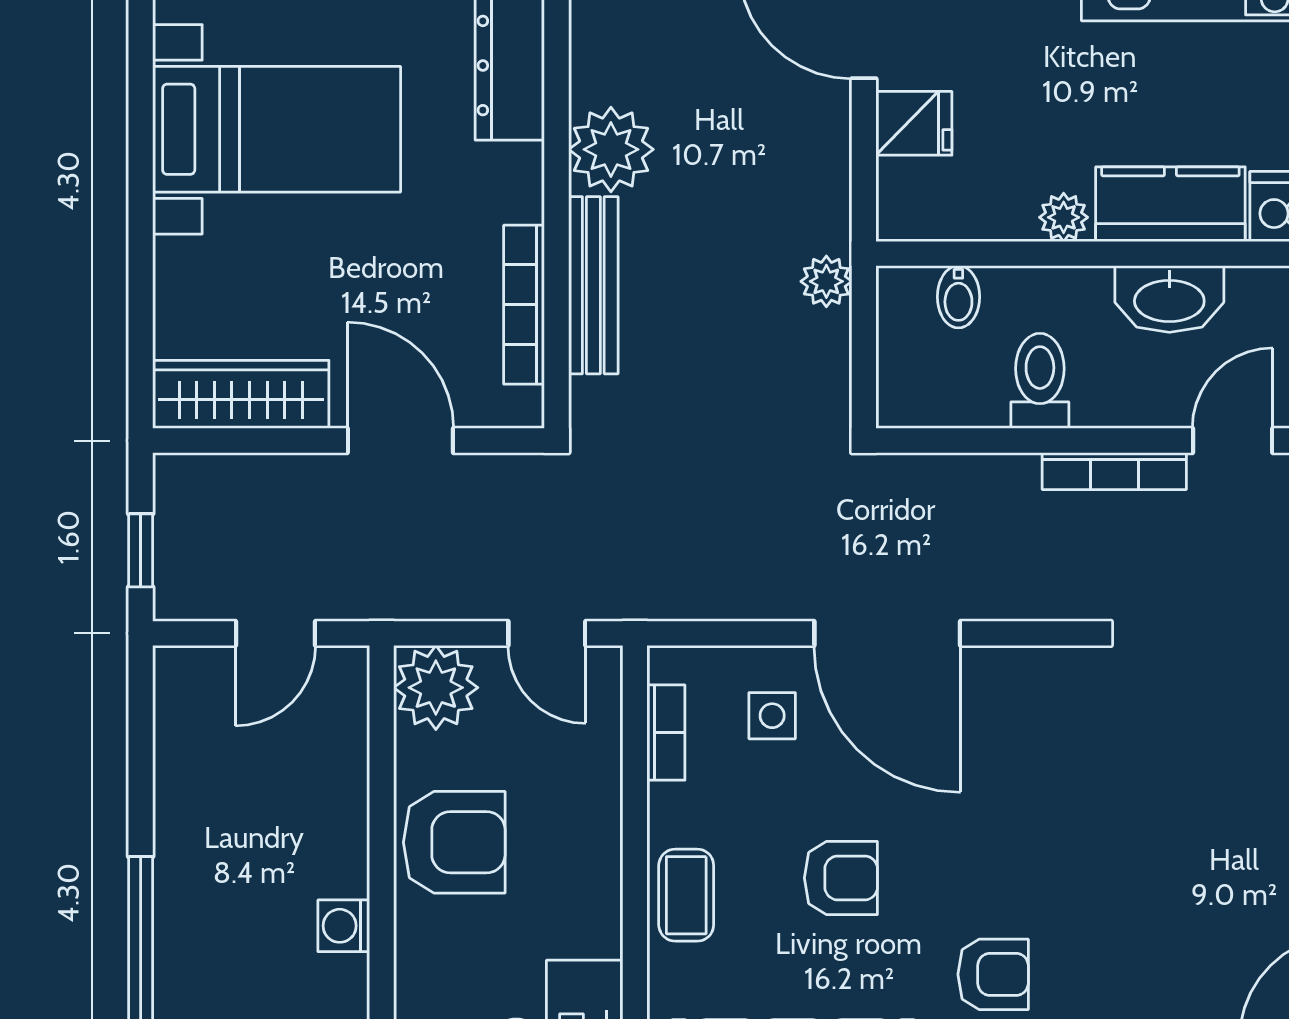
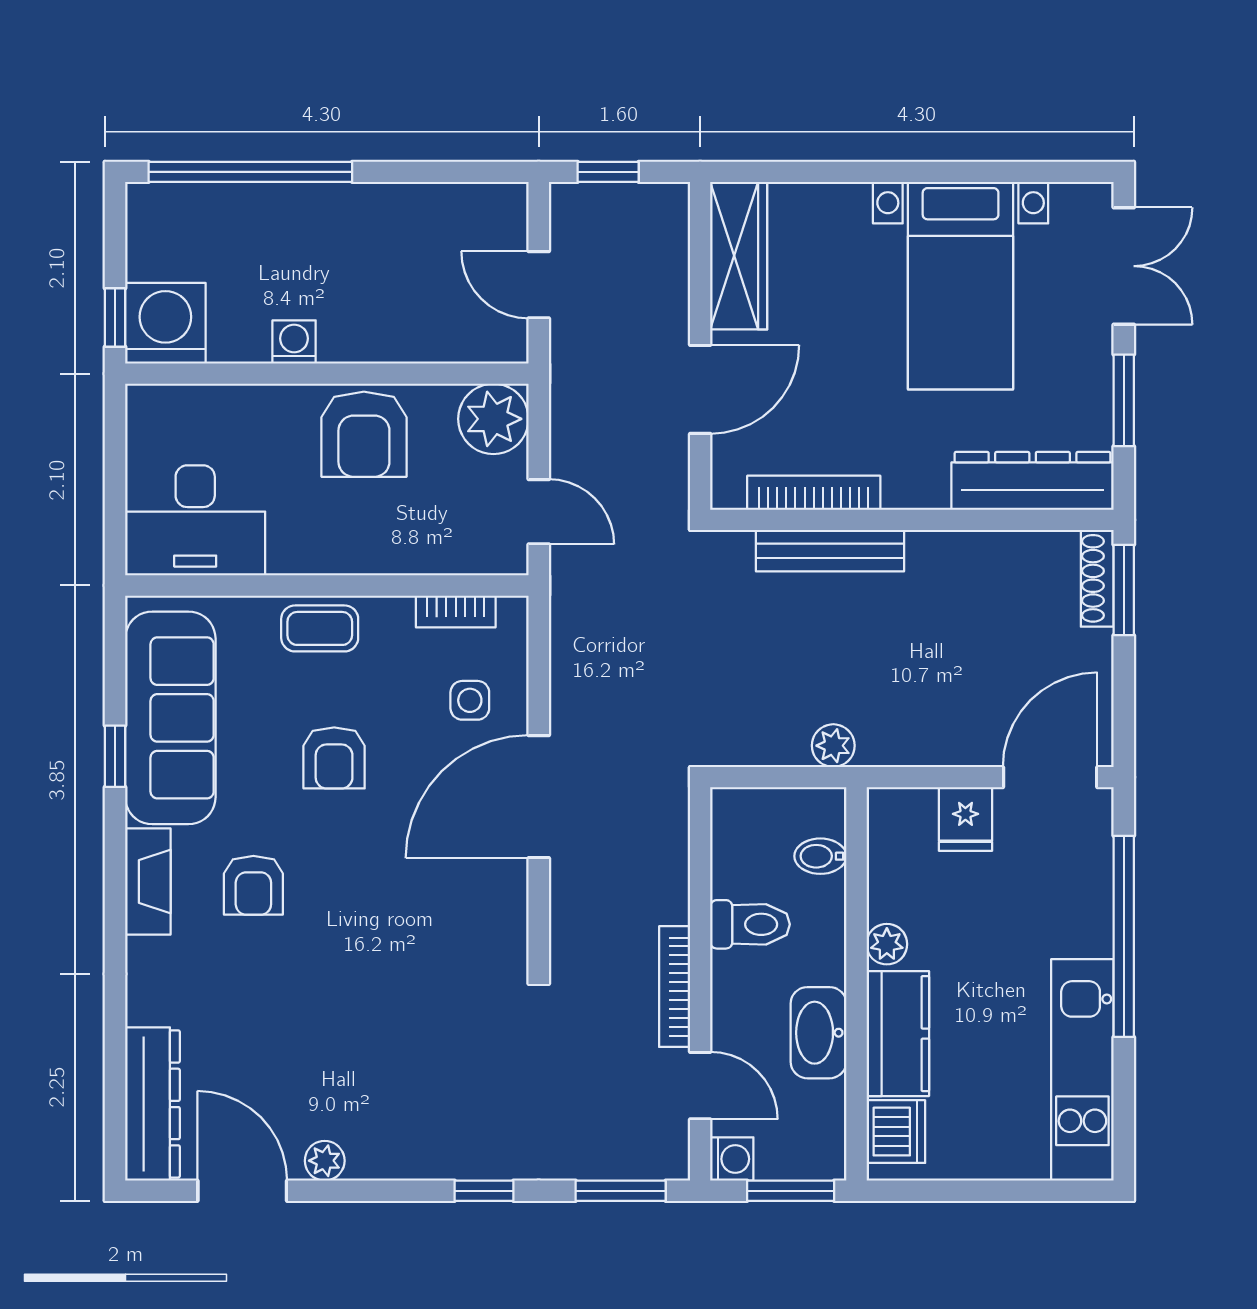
plant: (611, 149) -> (944, 565), removed
door: (547, 633) -> (539, 512), swing flipped

